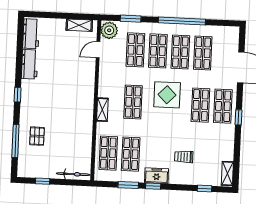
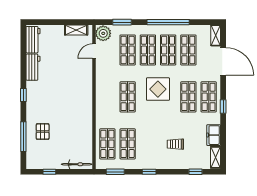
shelving: (102, 110) -> (216, 35), moved
freezer: (157, 176) -> (214, 135), moved, turned -90
window: (128, 185) -> (115, 172), moved

